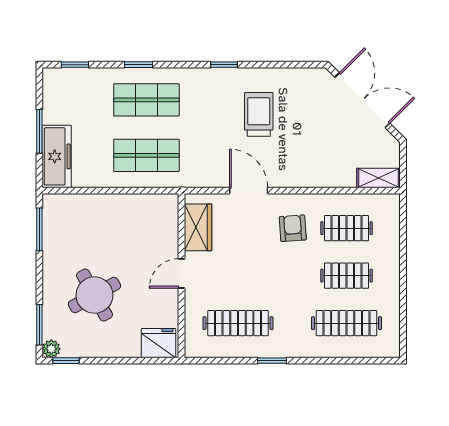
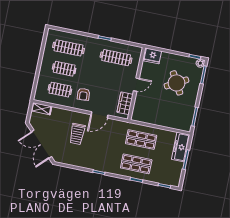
trolley: (259, 114) -> (77, 134), moved
door: (249, 191) -> (99, 115), hinge flipped

